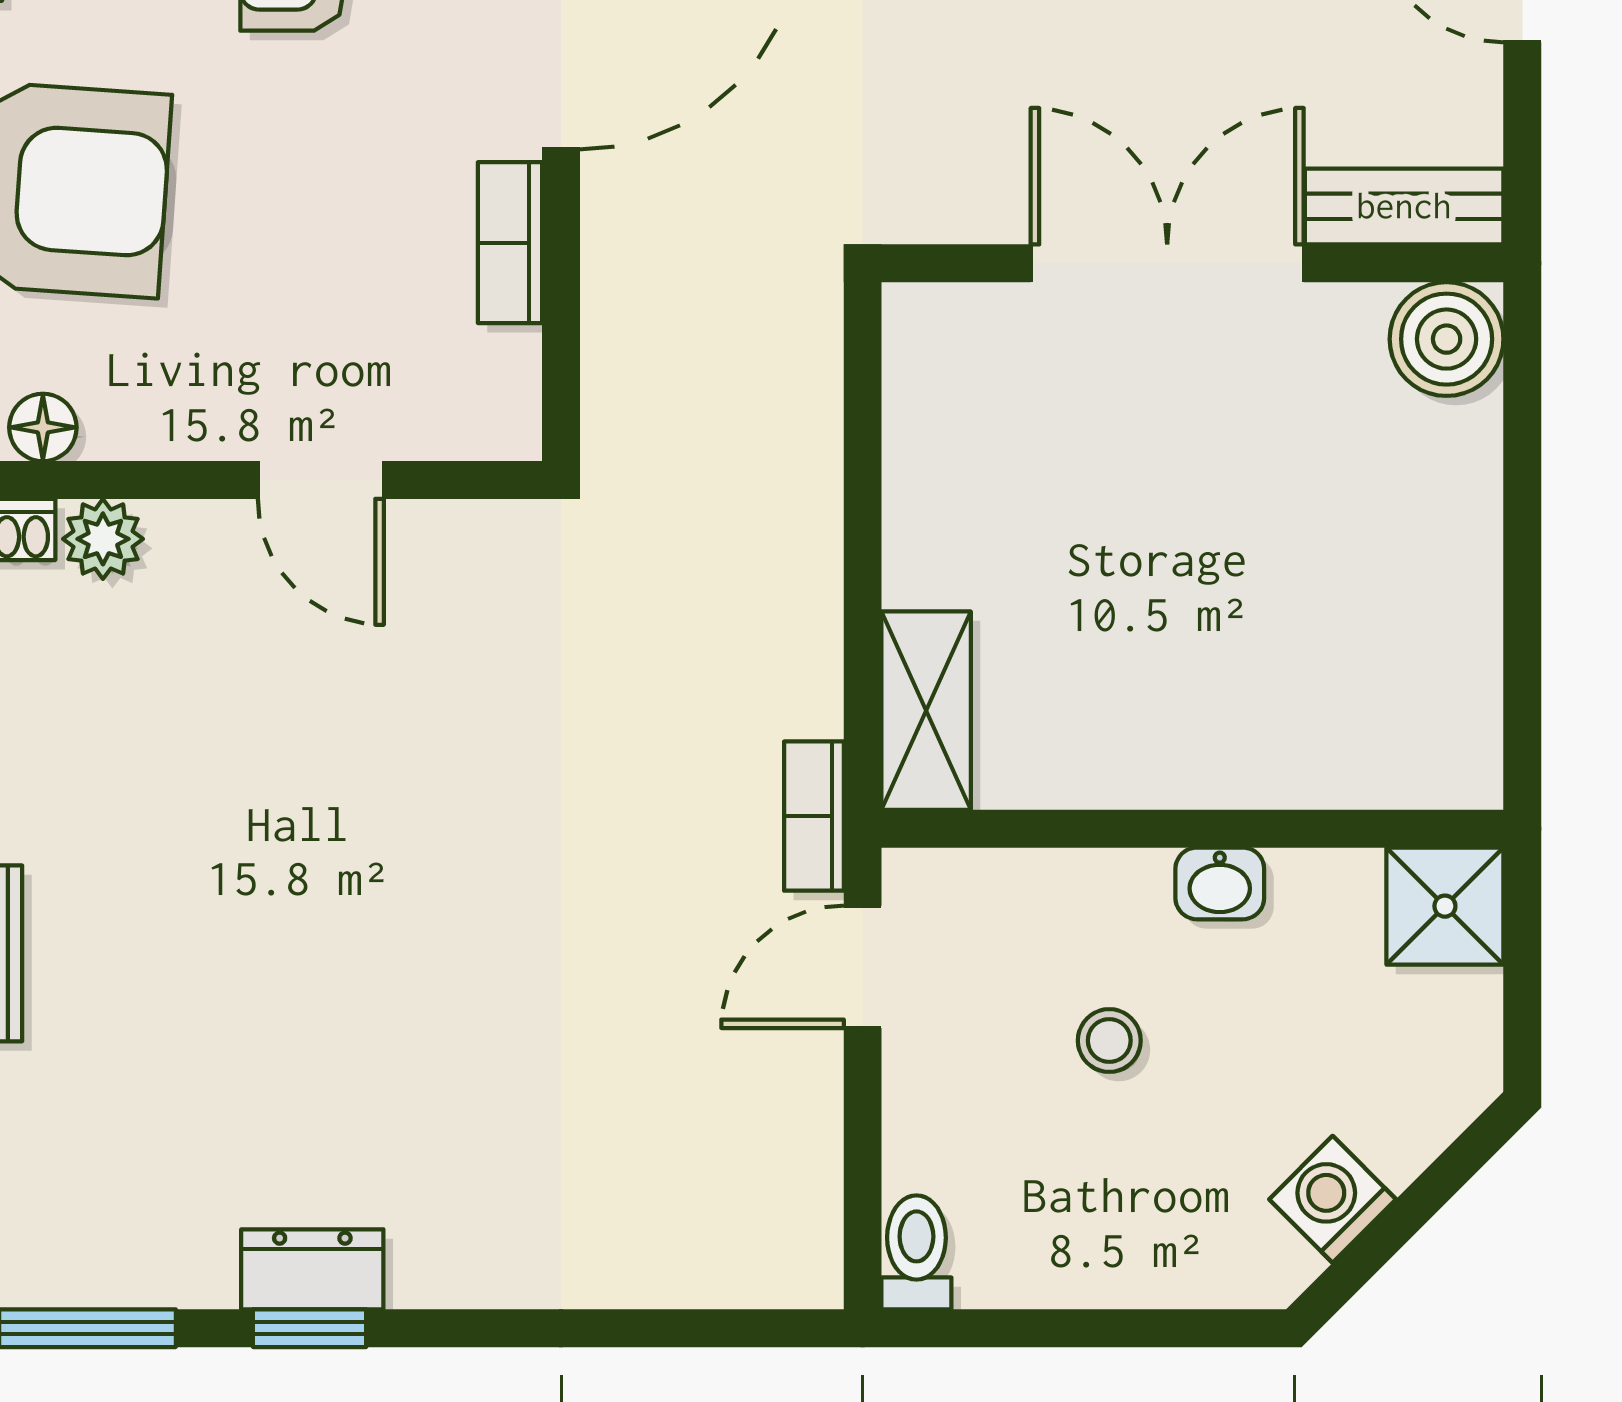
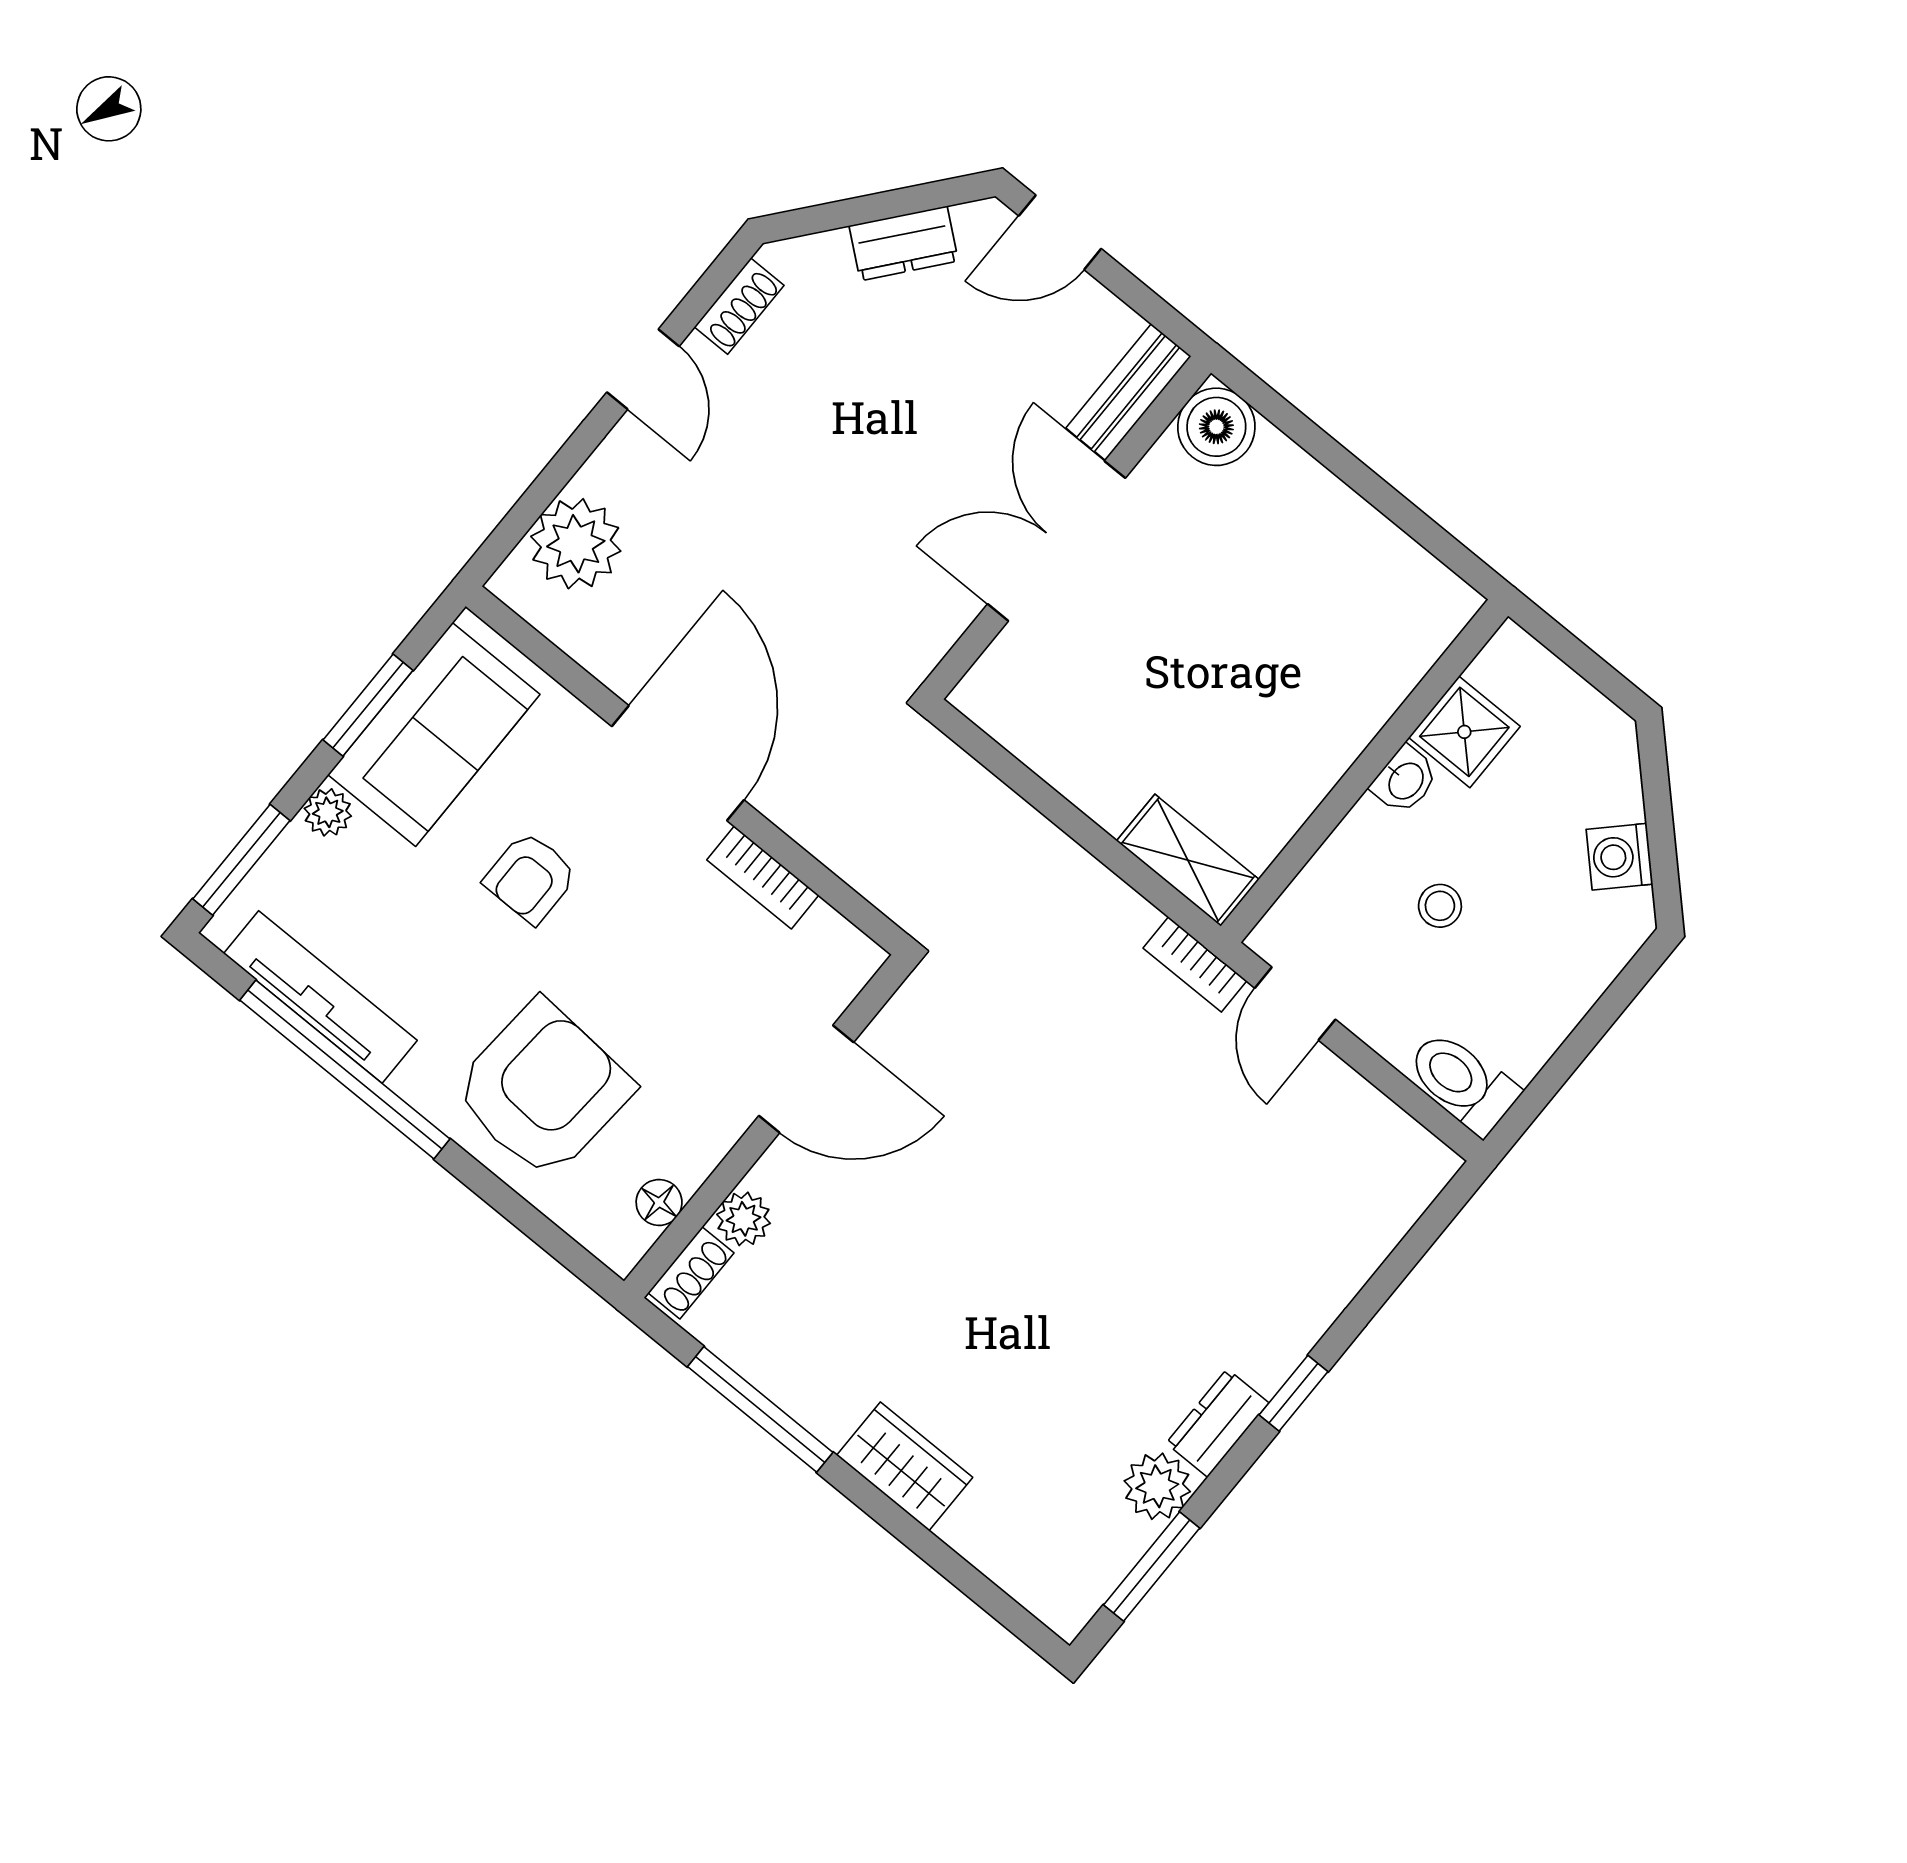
door: (321, 480) -> (806, 1079), width x1.38
shower: (1445, 906) -> (1464, 732), moved
toilet: (916, 1252) -> (1462, 1082), width x1.37, depth x1.39
plant: (184, 1260) -> (1157, 1486), added
window: (310, 1328) -> (1293, 1393), moved

